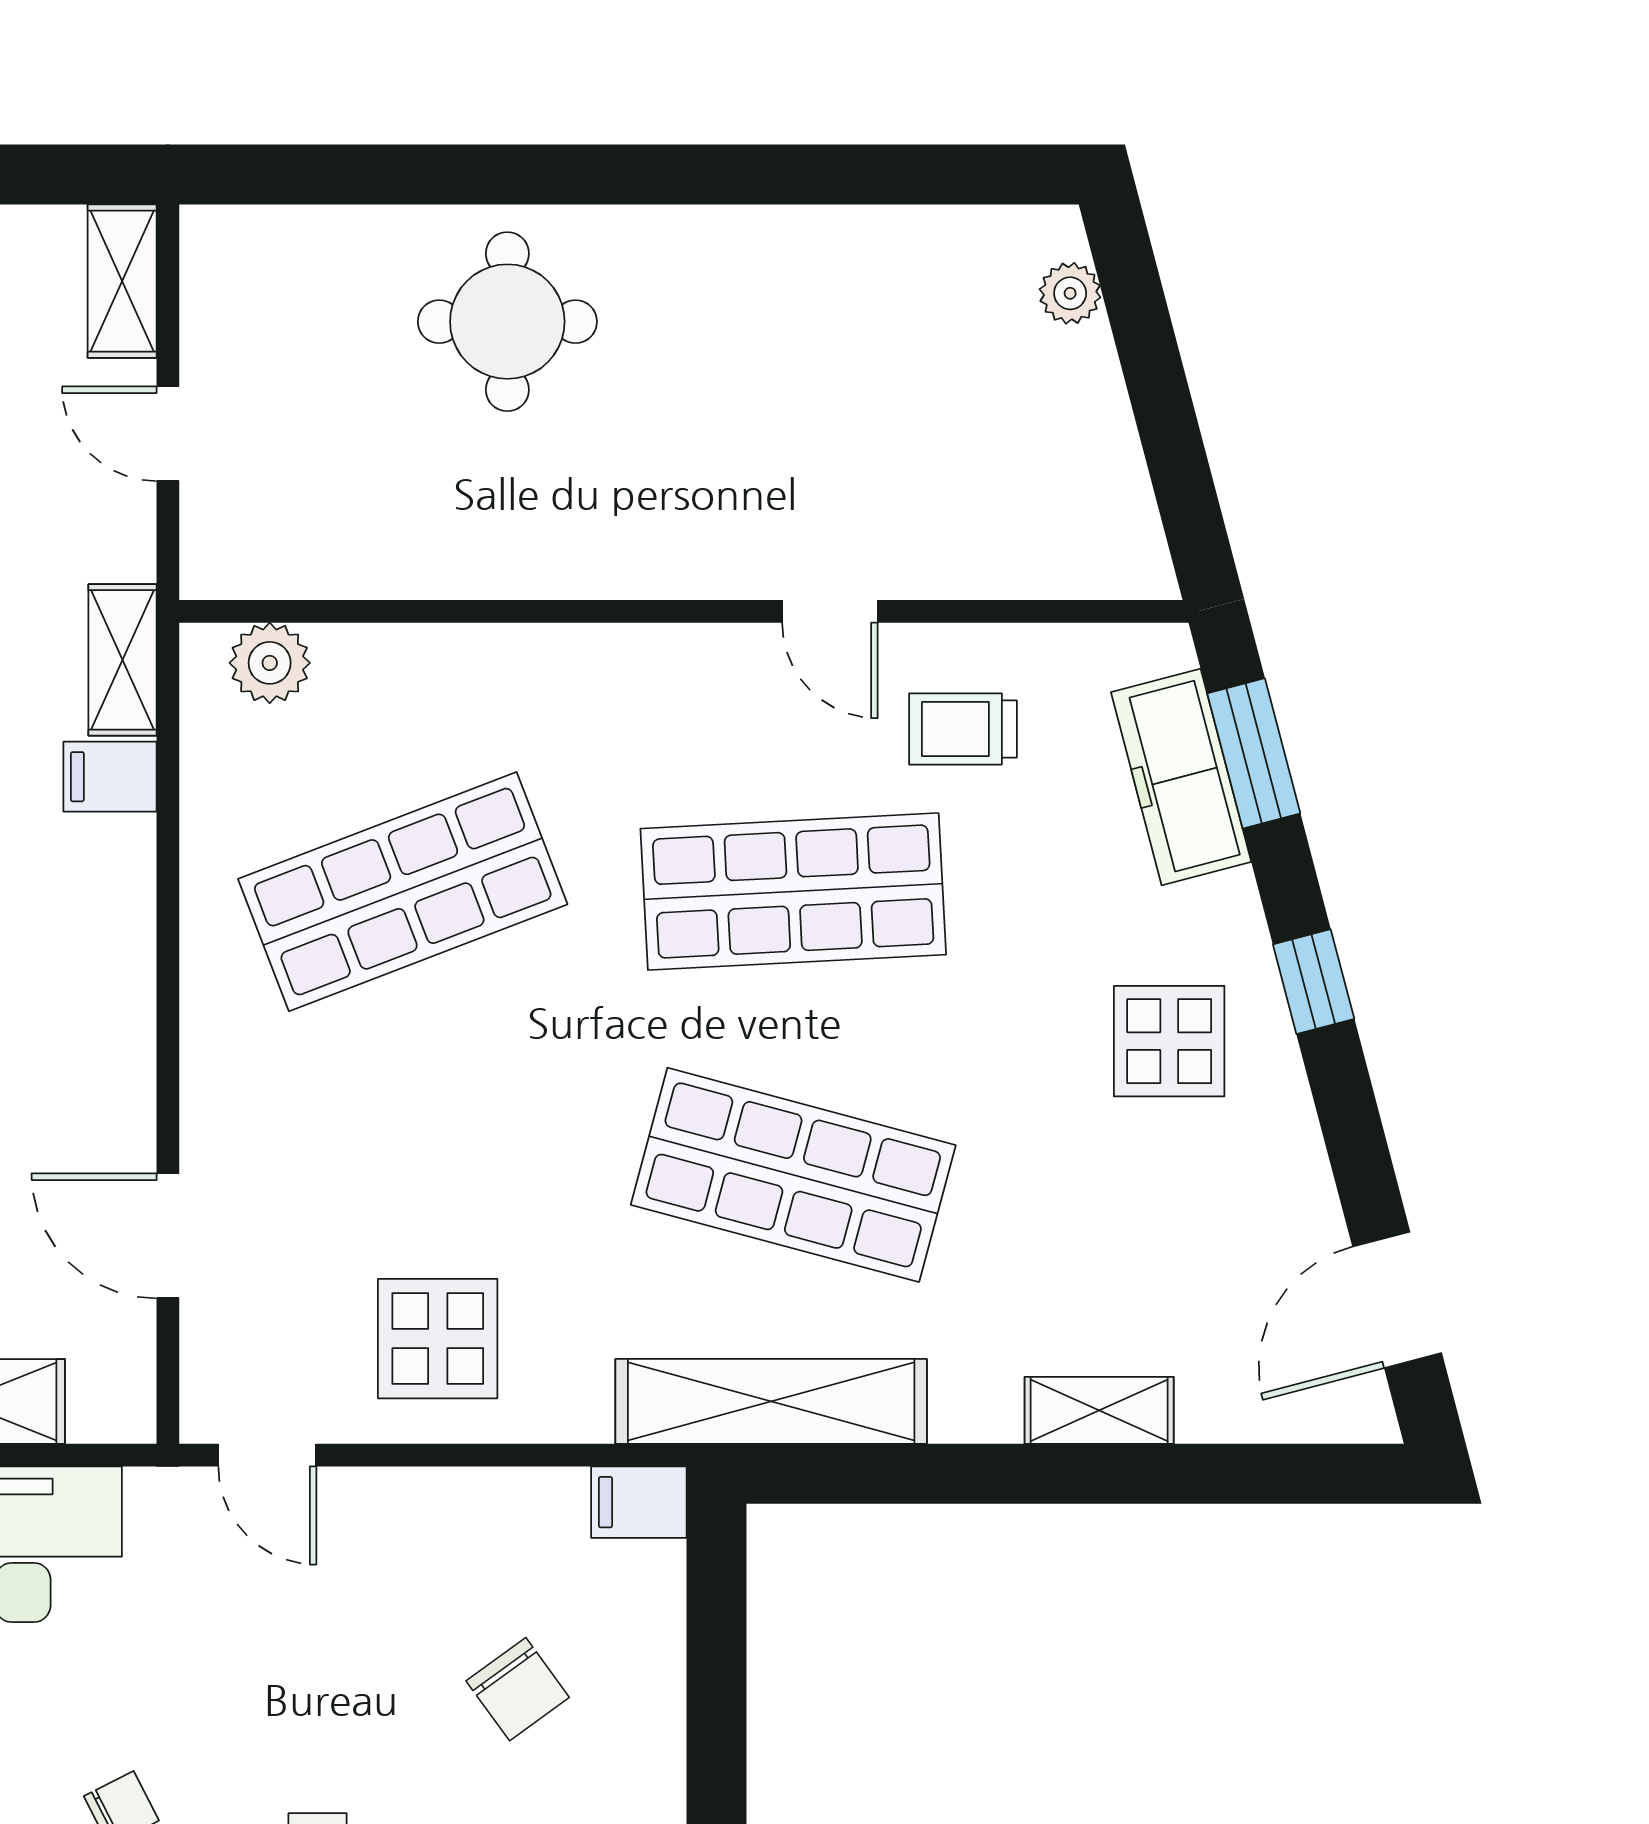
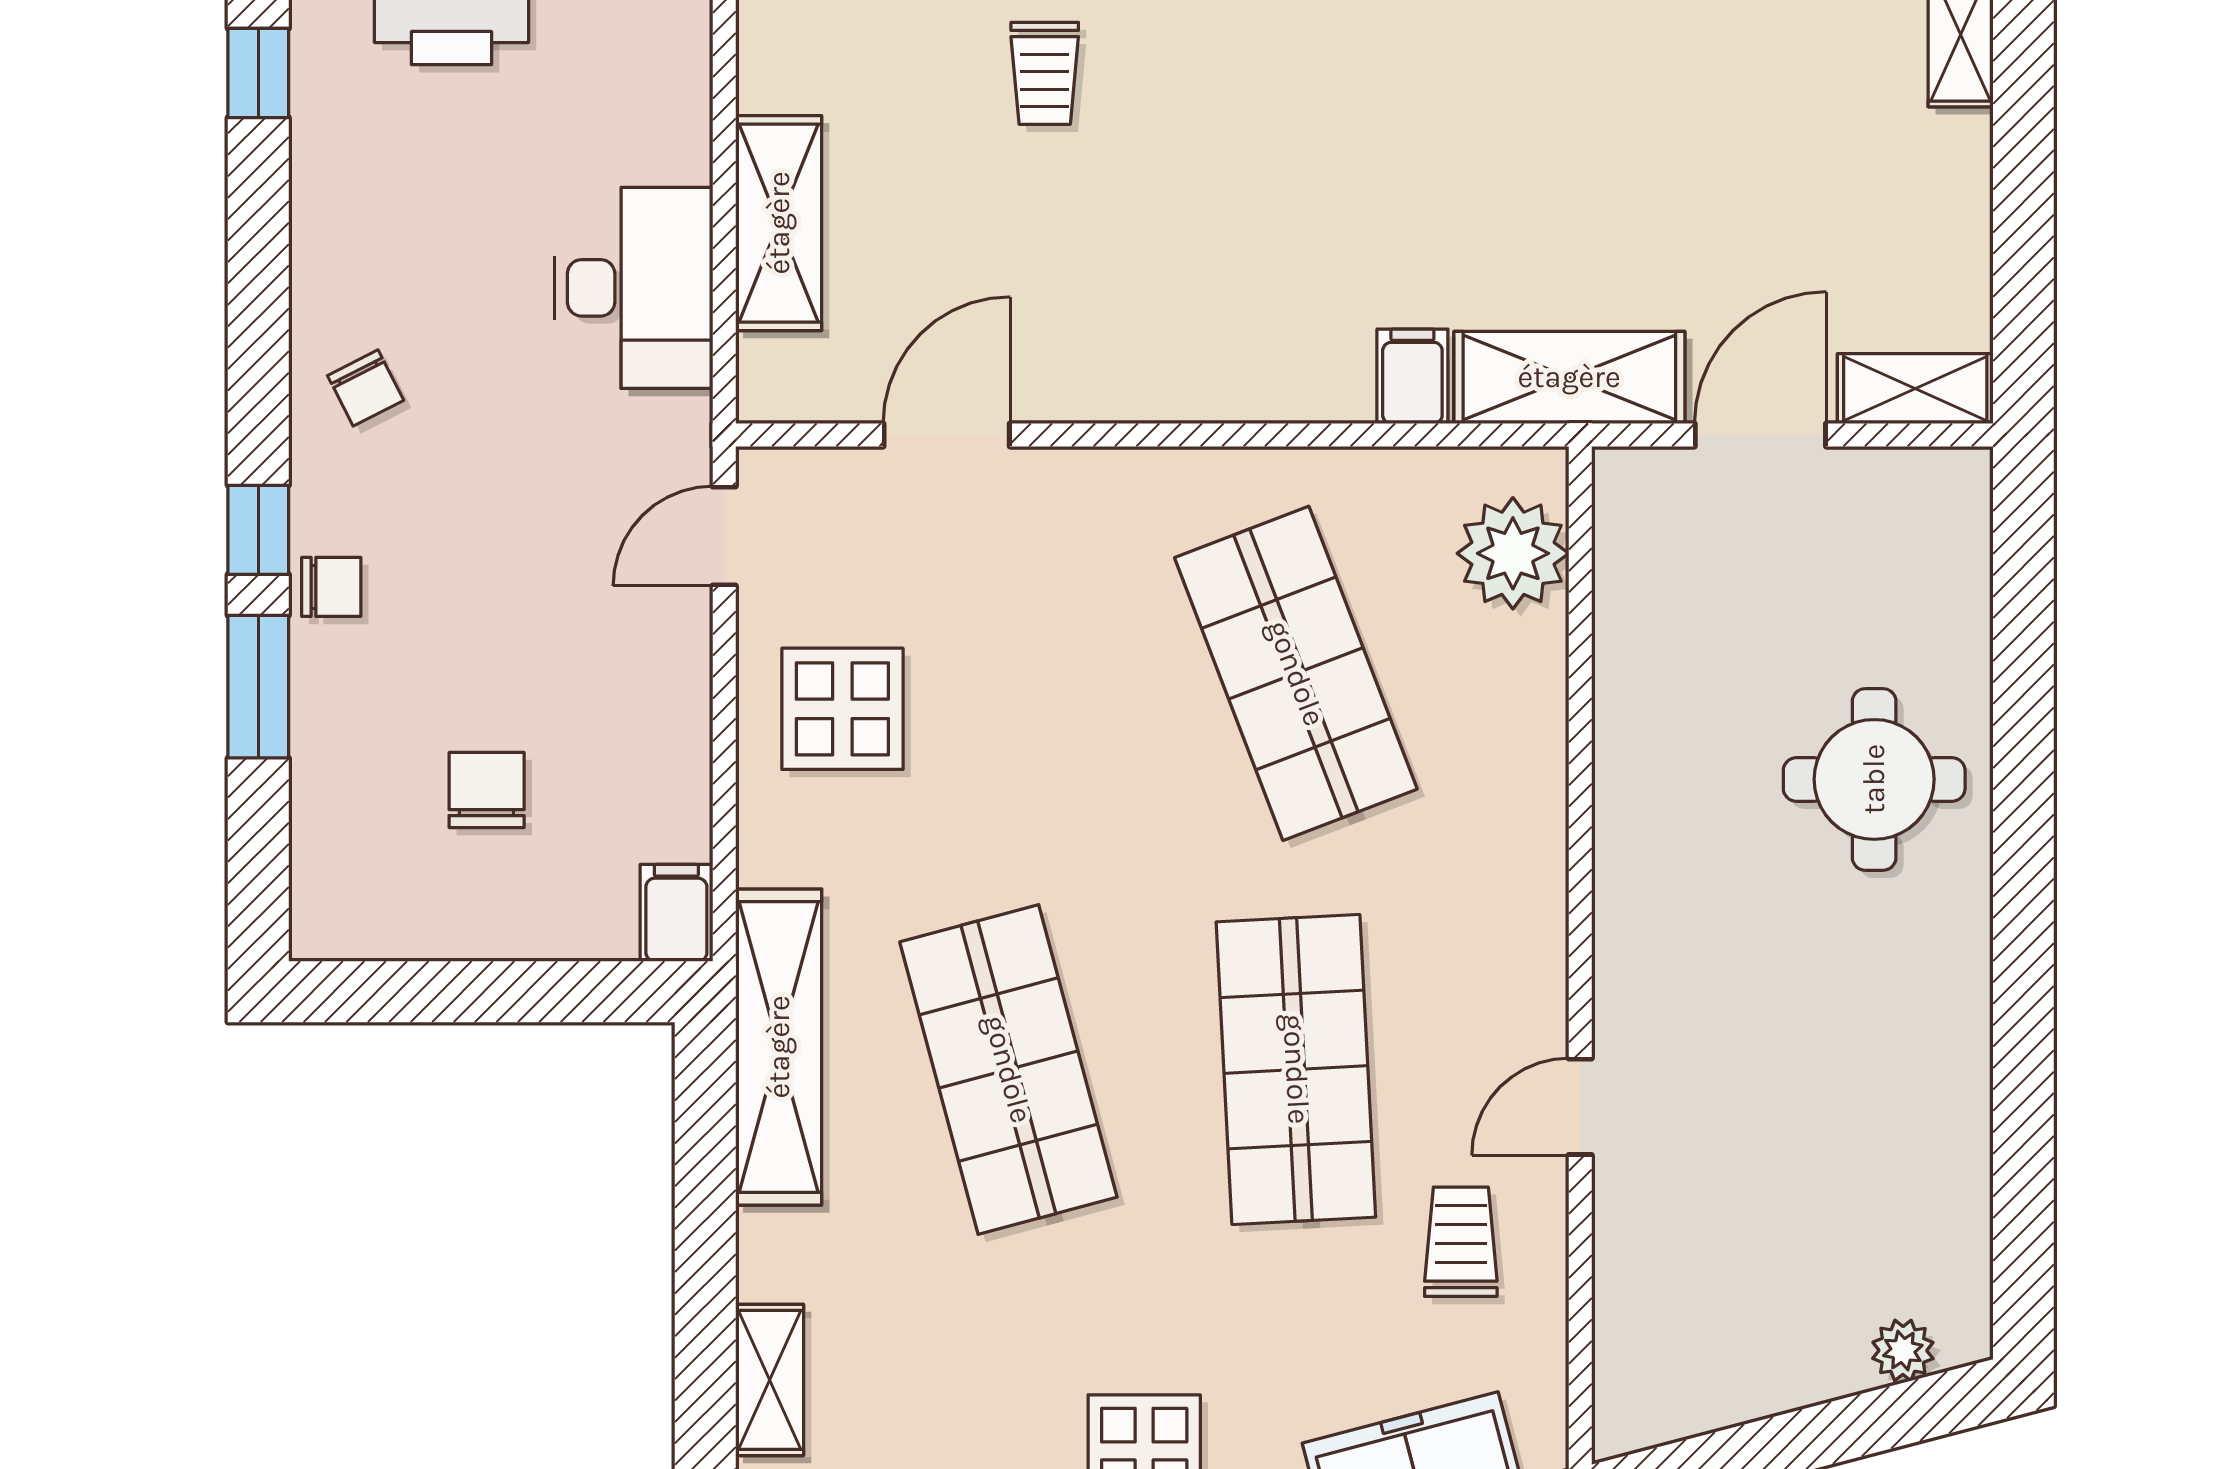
door: (168, 434) -> (1760, 435), width x1.38
shelving: (123, 660) -> (1569, 377), width x1.50, depth x1.33
plant: (270, 663) -> (1513, 553), width x1.36, depth x1.36
shop shelf: (793, 1175) -> (1008, 1069), turned -30
chair: (518, 1689) -> (487, 790), turned 126

